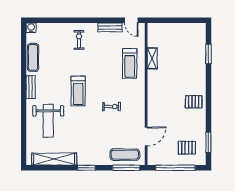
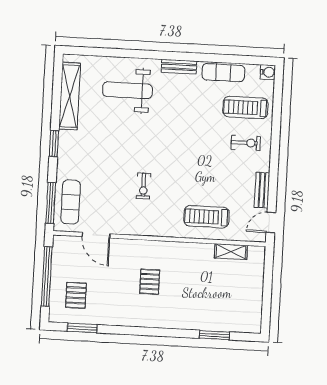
shelving: (152, 58) -> (231, 252), moved
treadmill: (78, 91) -> (245, 107), moved
pallet: (194, 102) -> (150, 282), moved

